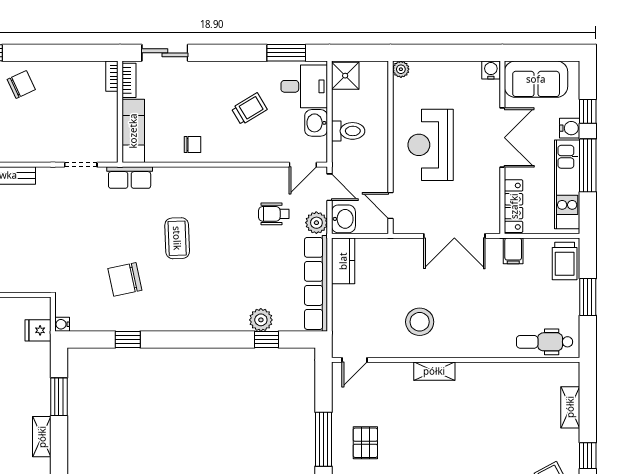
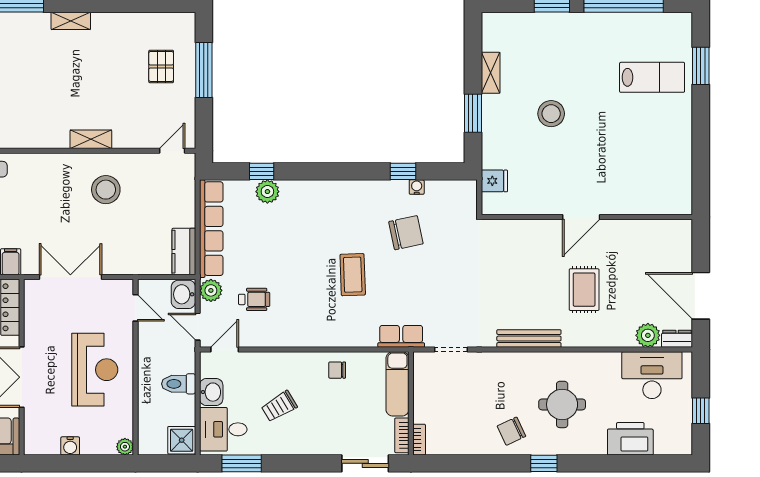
water cooler: (491, 70) -> (70, 446), moved
water cooler: (62, 324) -> (417, 187), moved, turned -90

